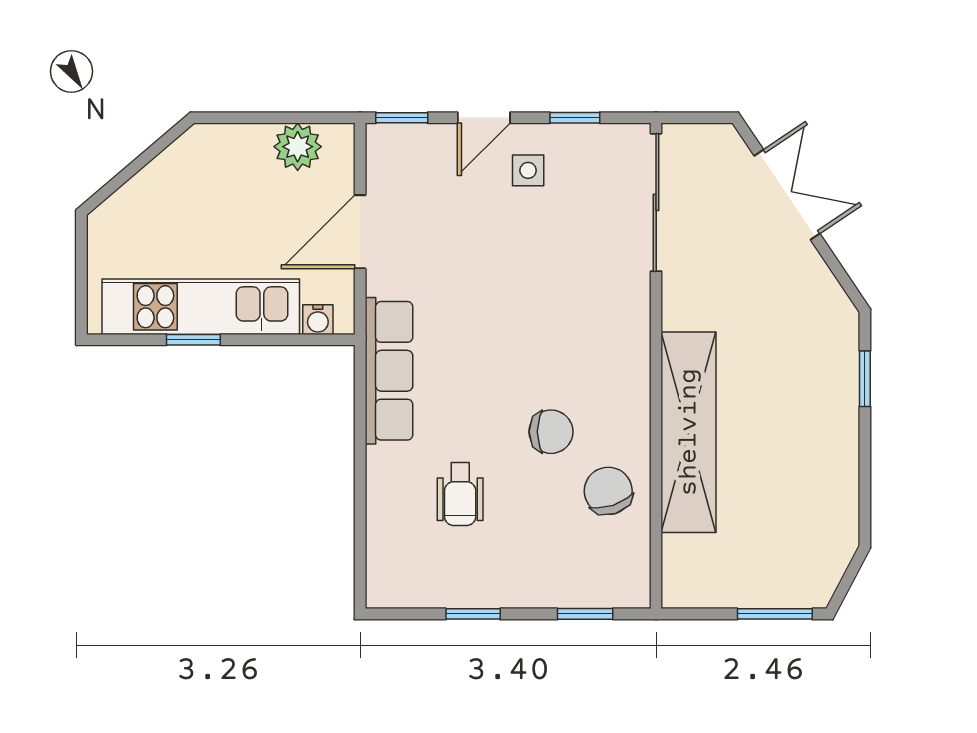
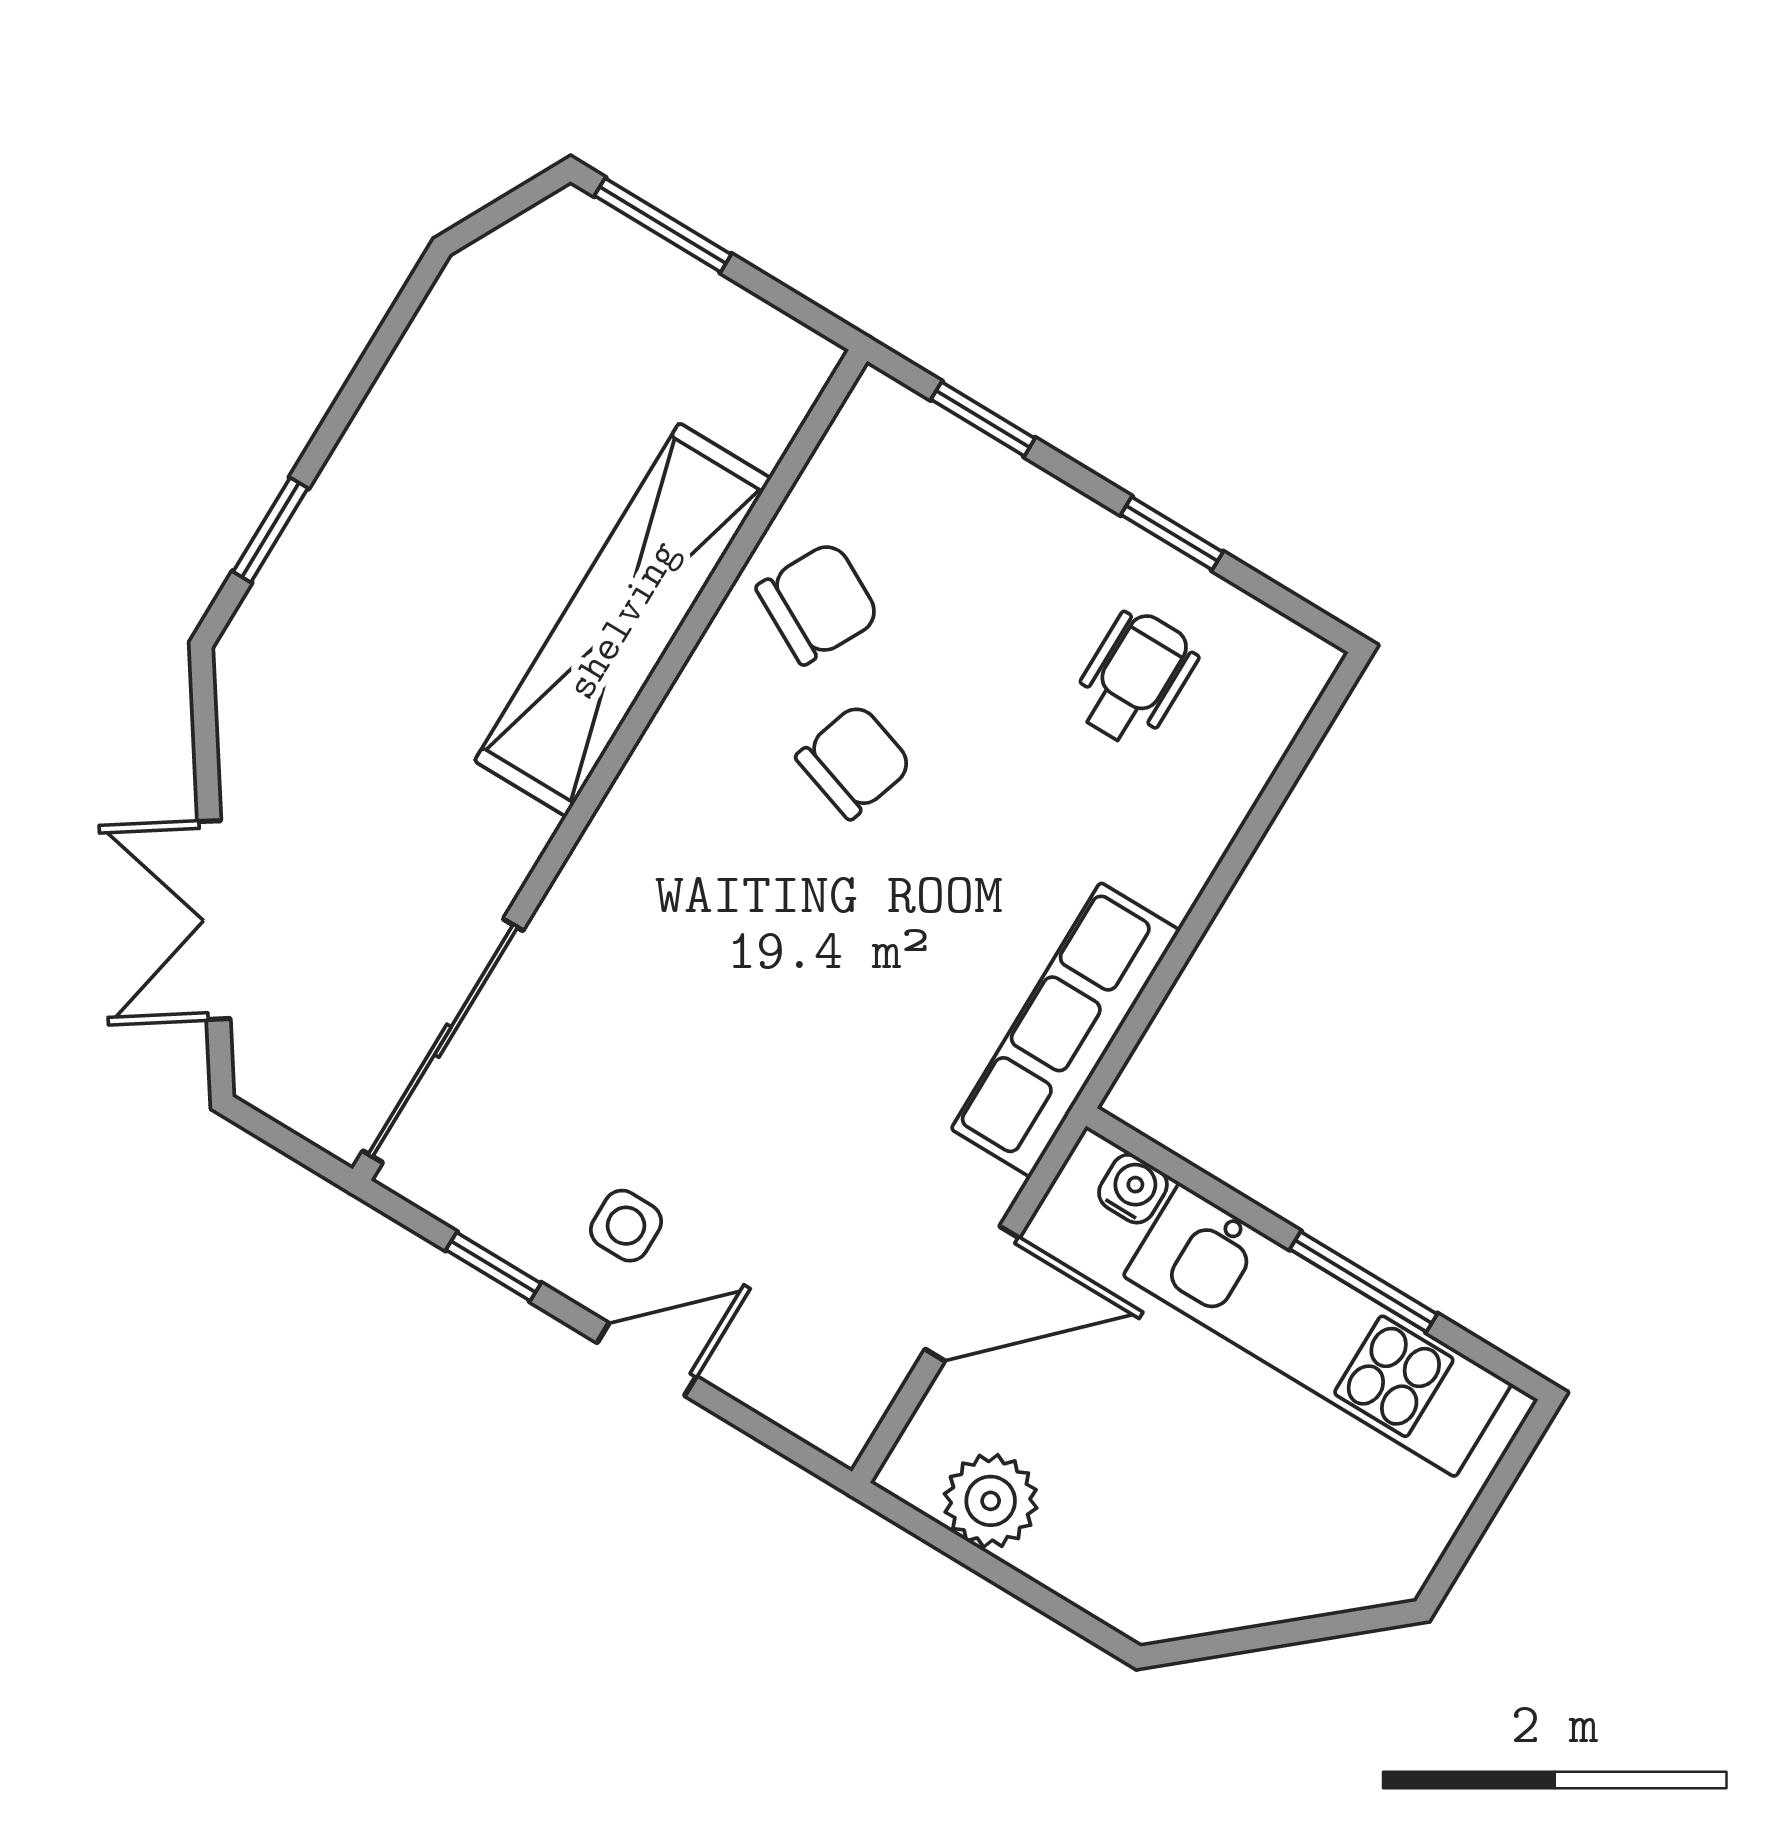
window: (402, 118) -> (785, 1443), removed
window: (193, 340) -> (1364, 1282), width x1.50
chair: (551, 432) -> (854, 761), turned 108
chair: (608, 491) -> (818, 603), turned -134
wheelchair: (460, 494) -> (1135, 678), moved

